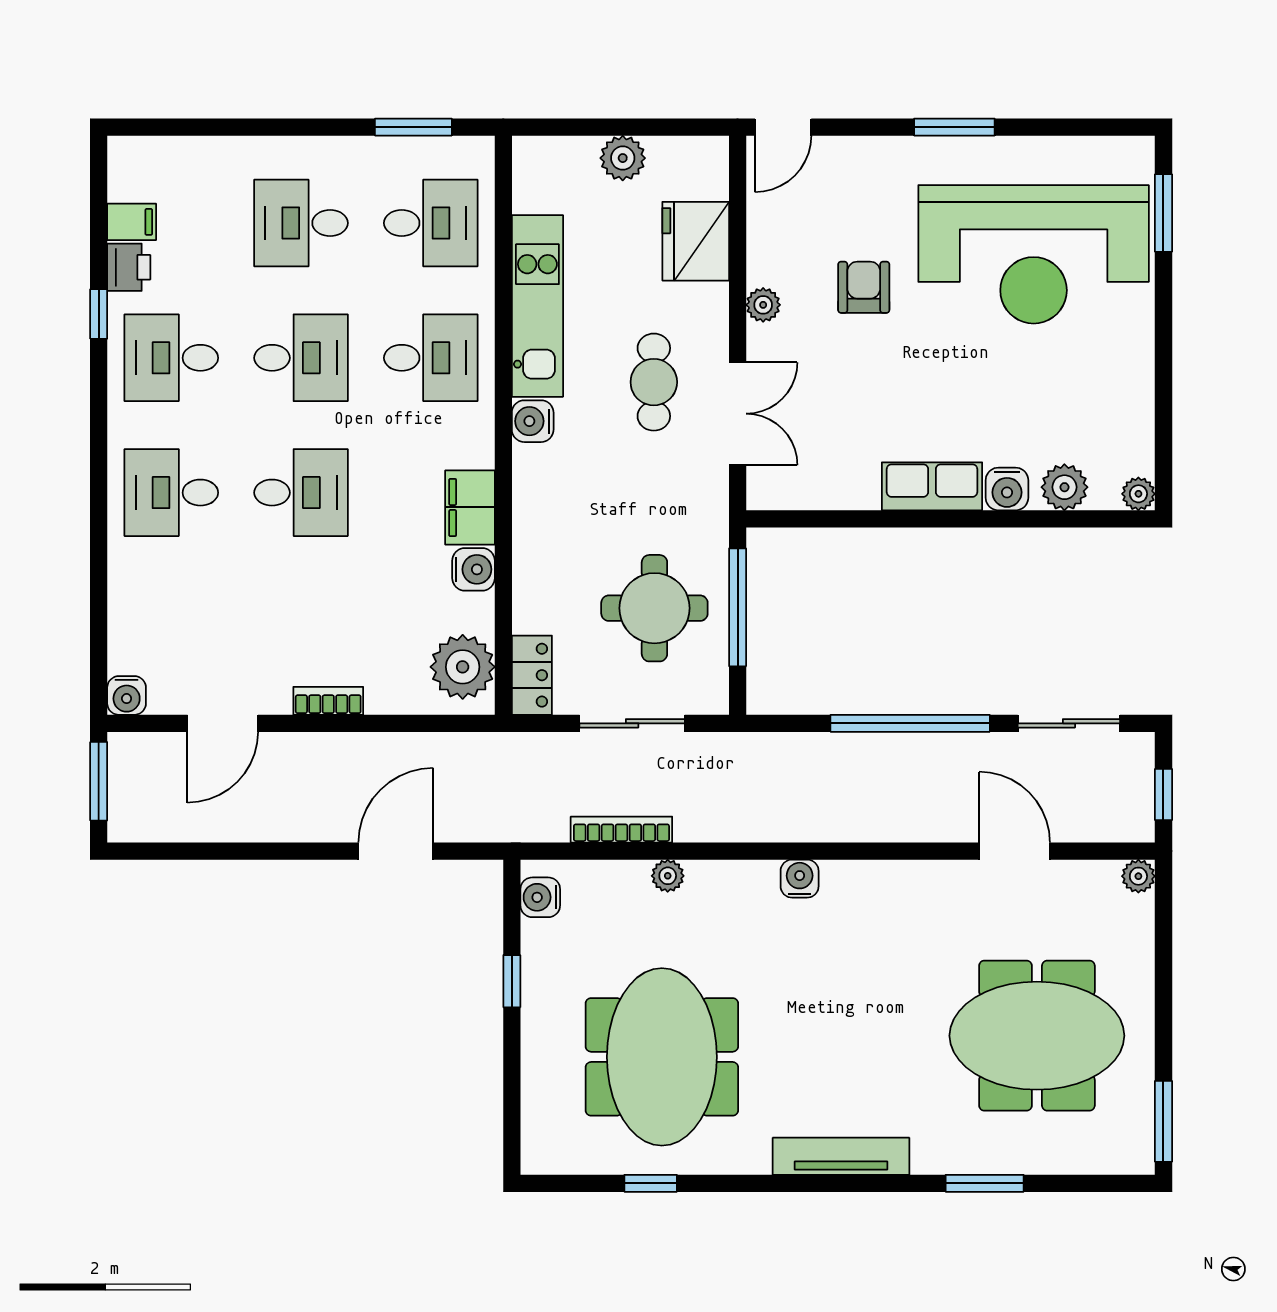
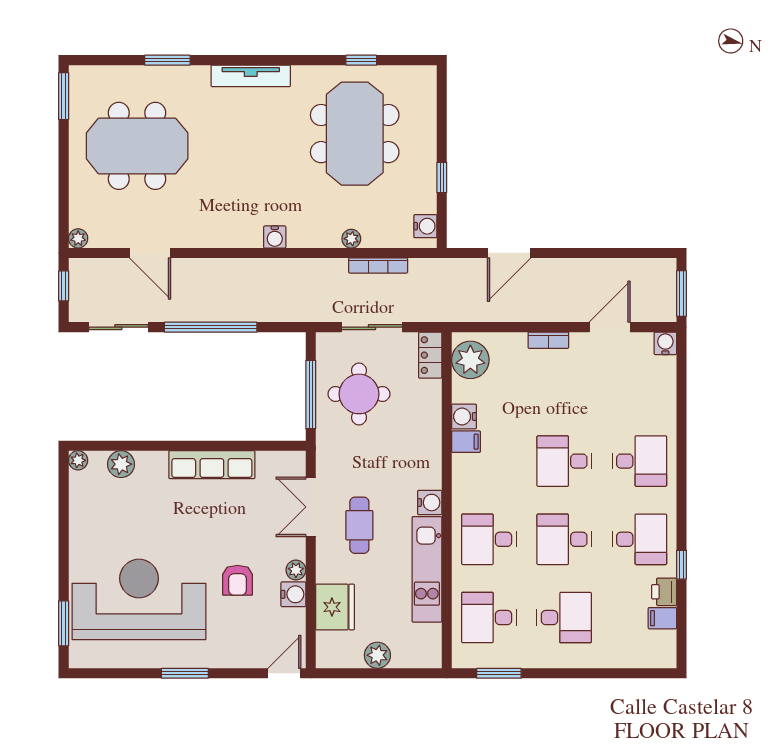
row of seats: (932, 486) -> (212, 465), width x1.48
water cooler: (1007, 489) -> (293, 594), moved, turned 90
filing cabinet: (470, 507) -> (466, 442), width x0.50

